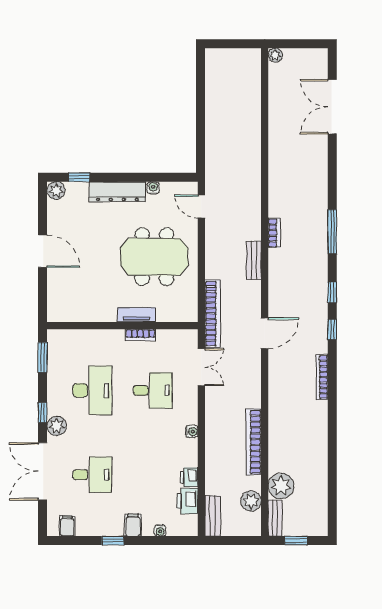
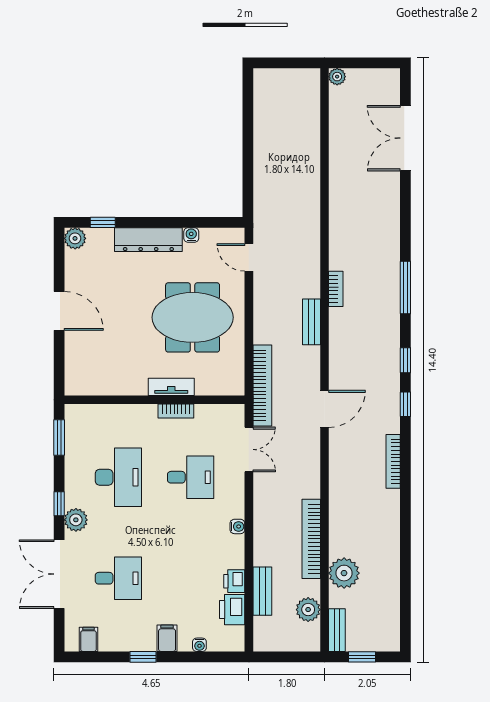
plant: (281, 486) -> (344, 573), moved
bench: (213, 516) -> (262, 591), moved

